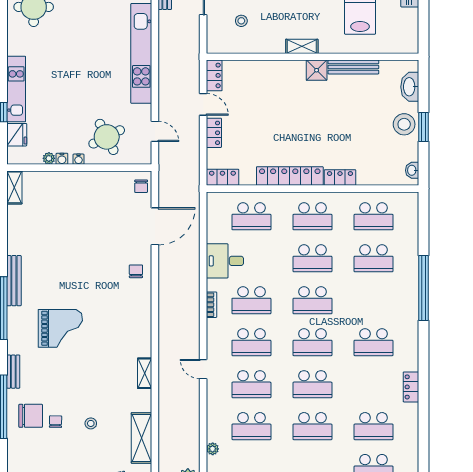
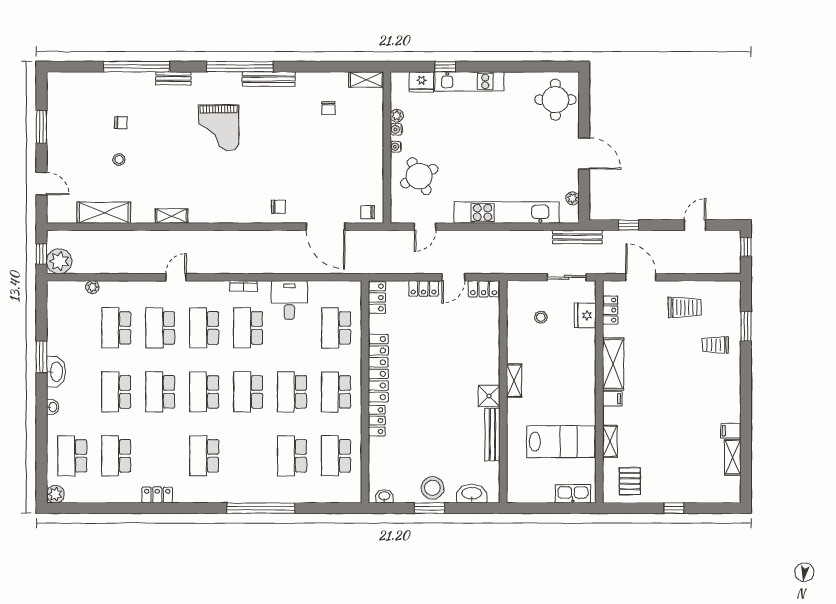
chair: (31, 416) -> (329, 108), moved, width x0.54, depth x0.54

